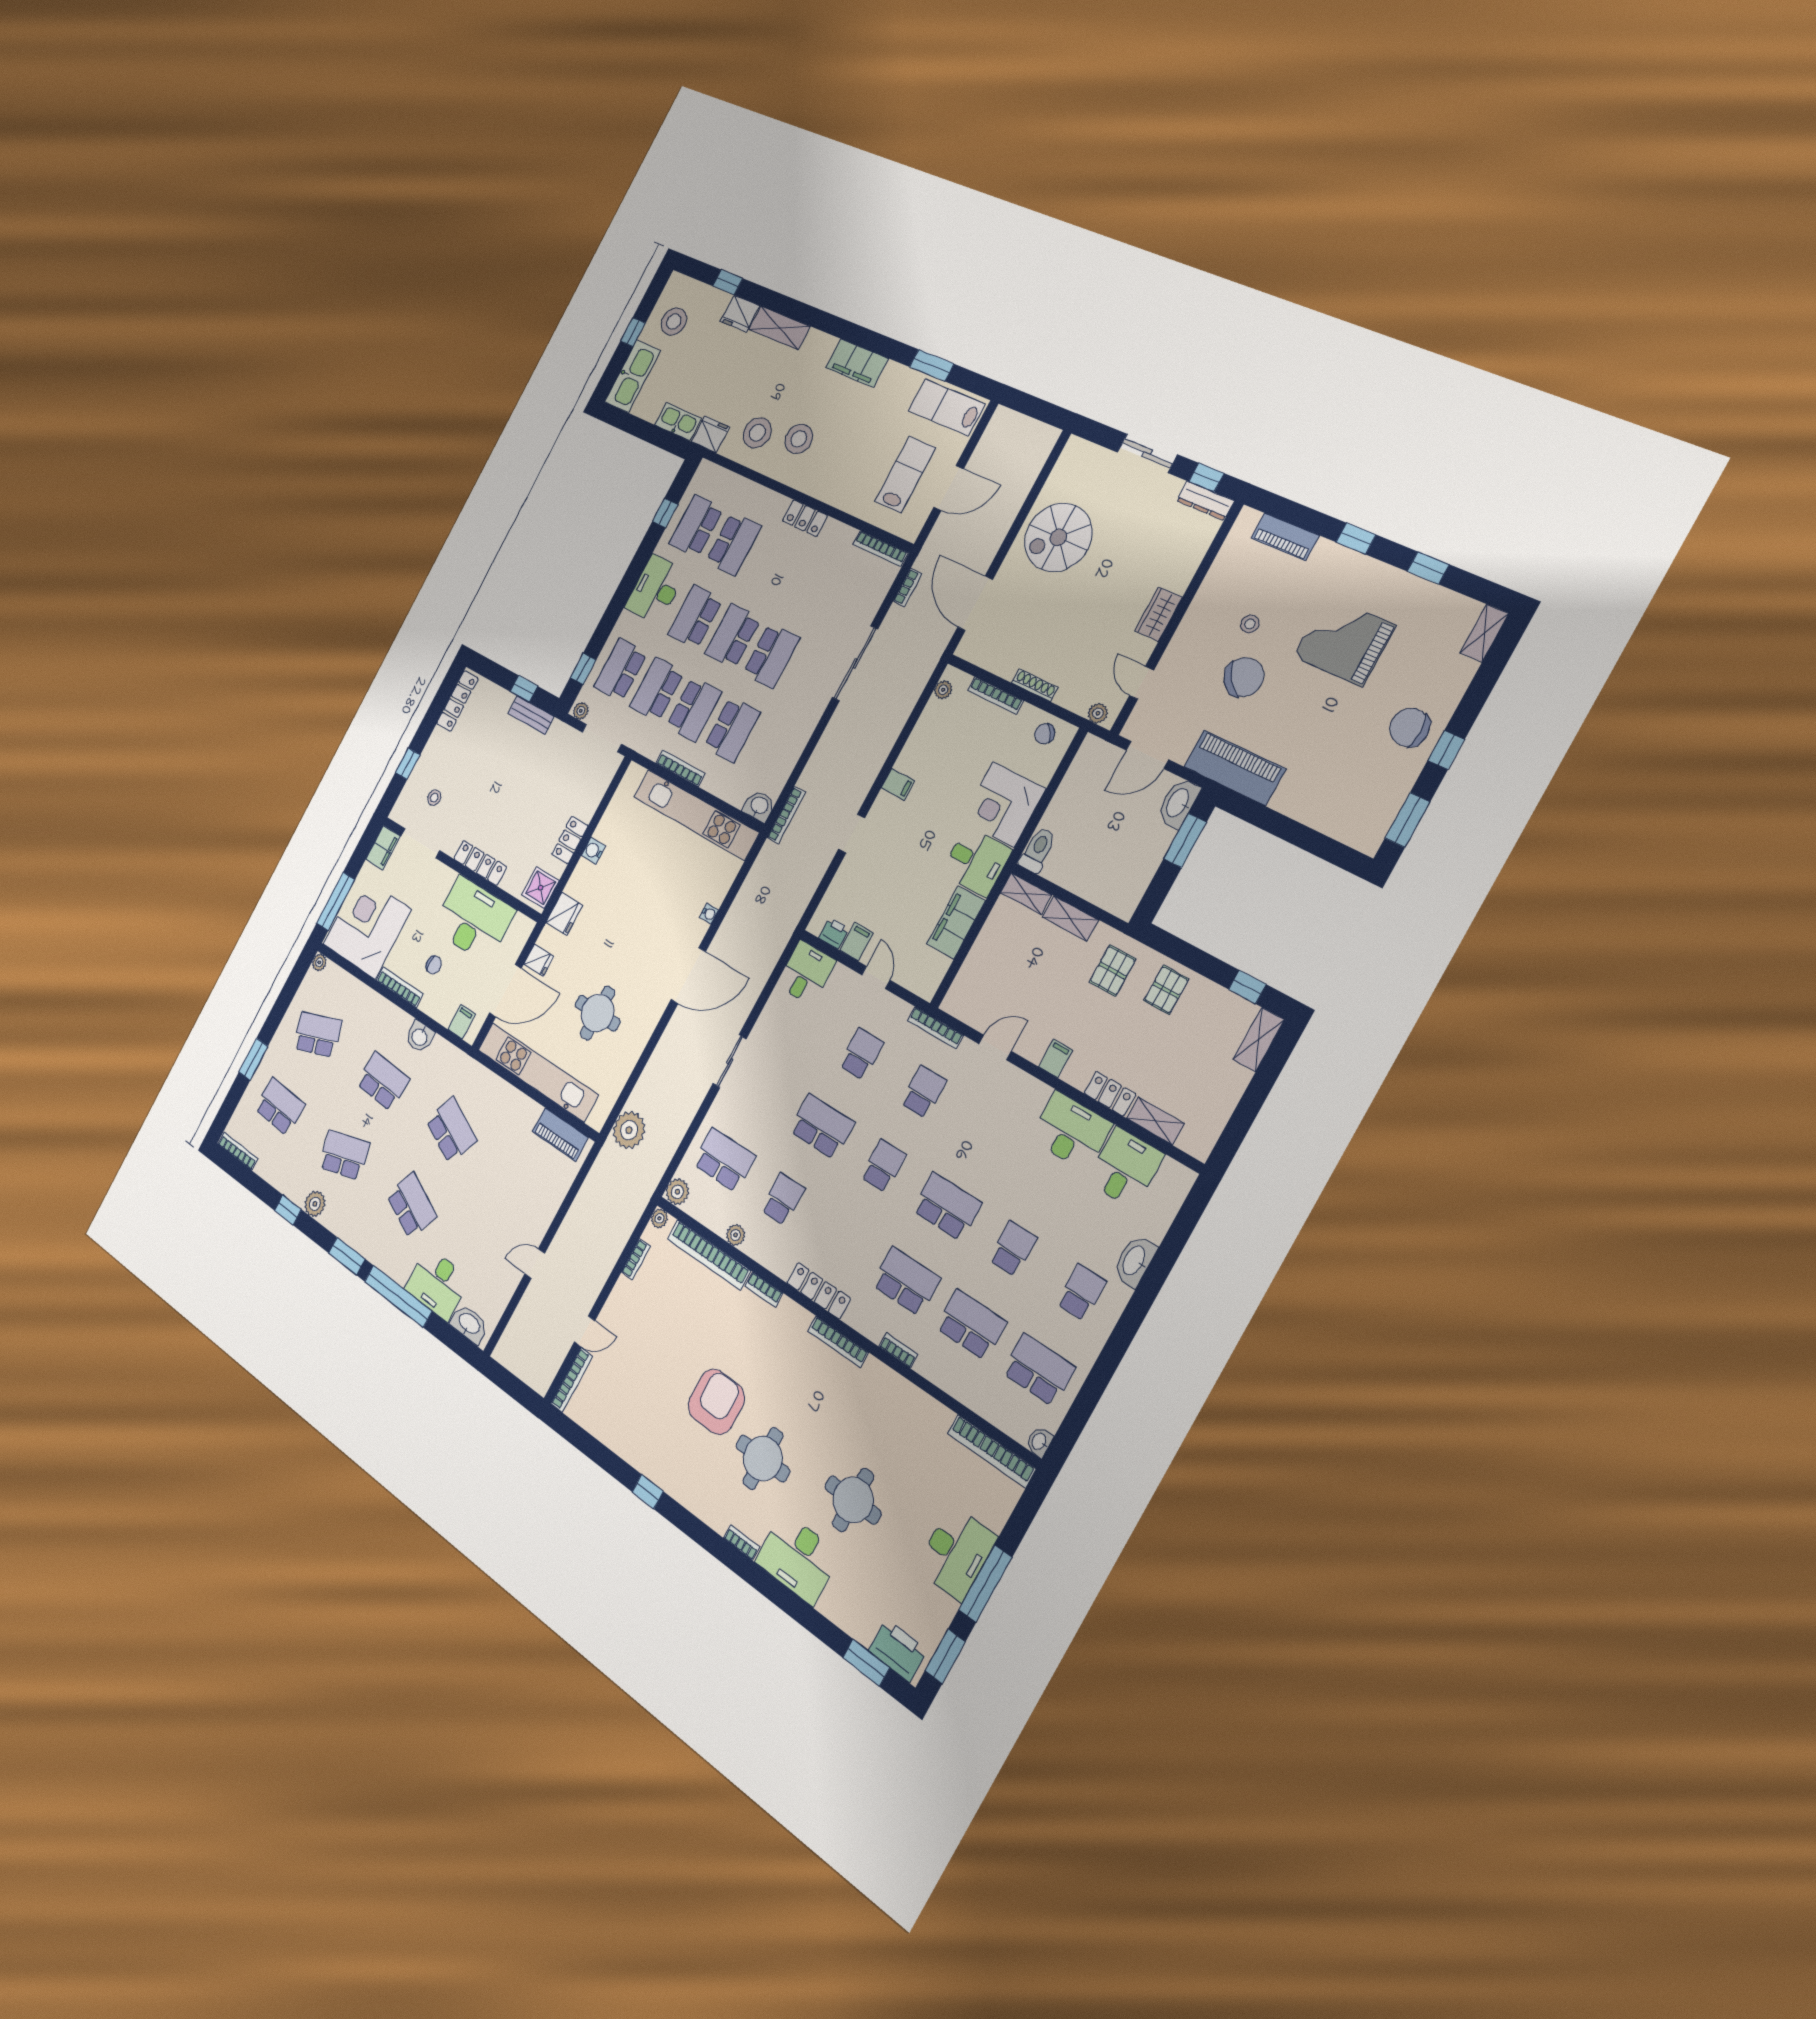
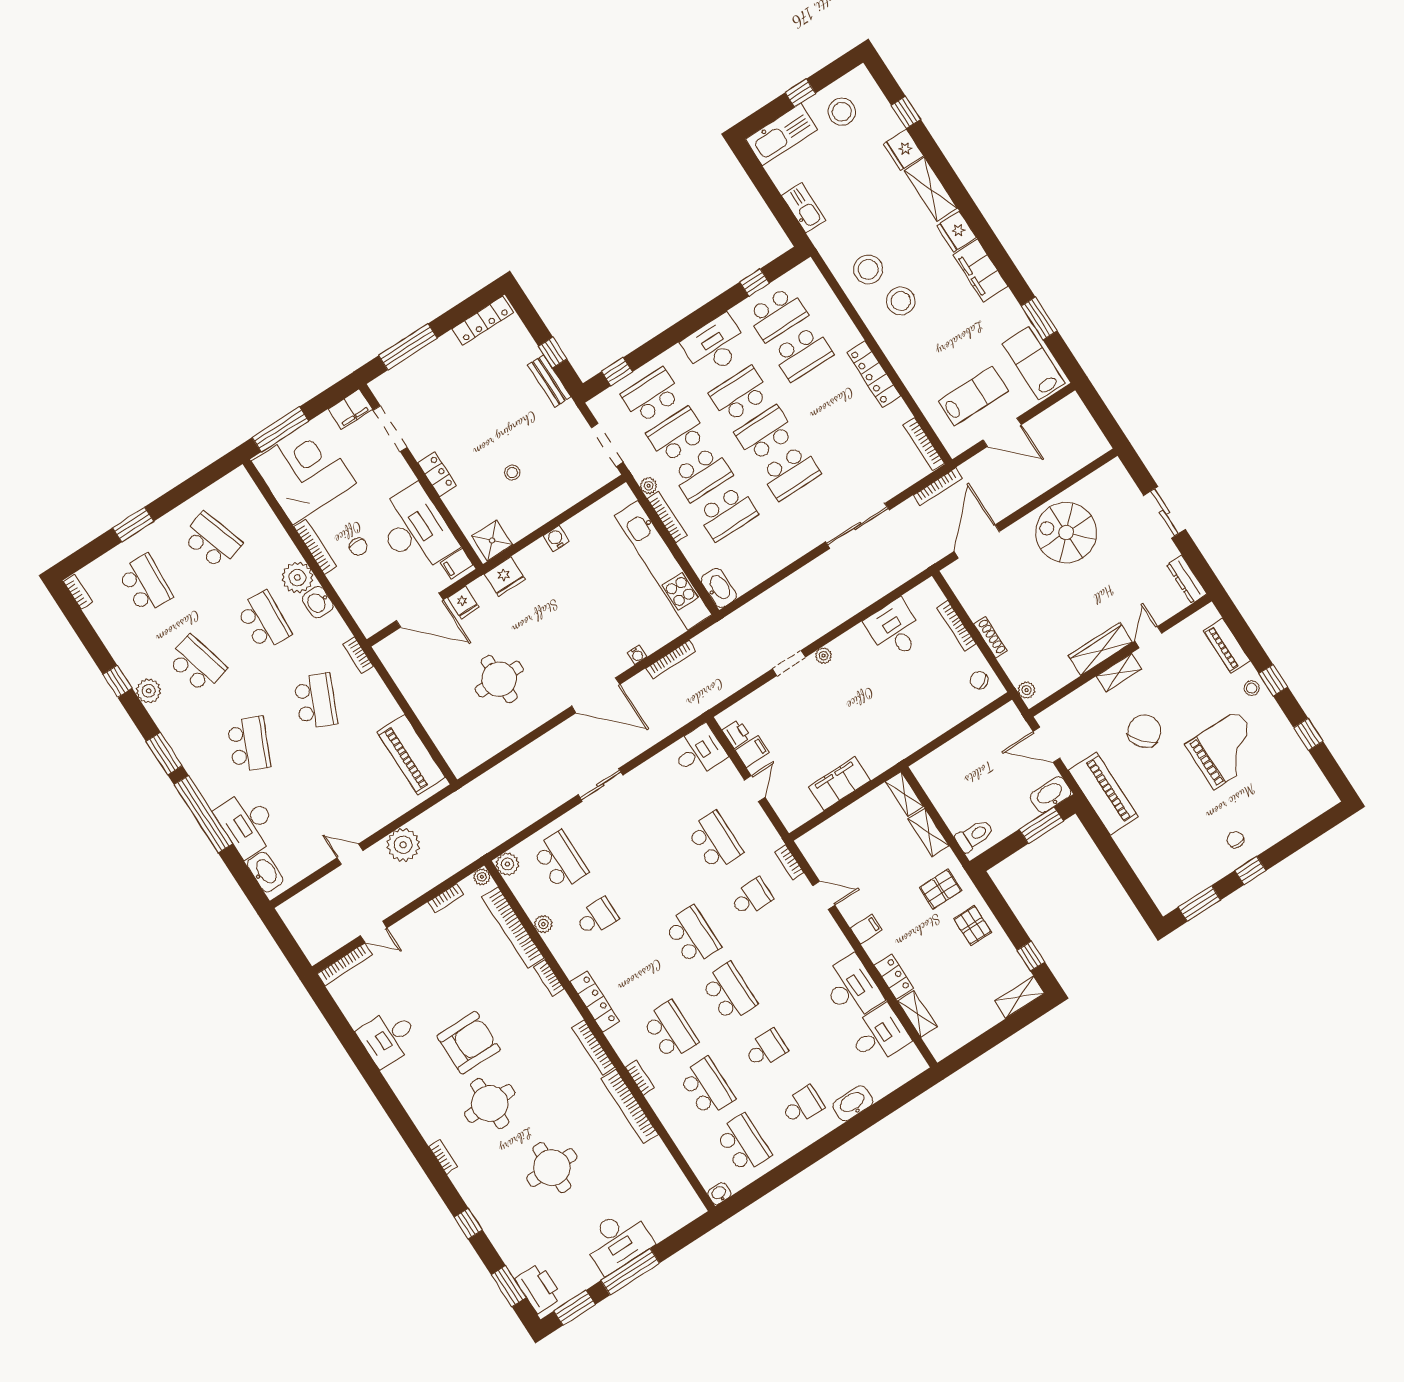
fridge: (710, 434) -> (957, 232), moved, turned 180
window: (1206, 477) -> (1197, 562), removed
locker: (805, 518) -> (874, 374), width x1.53
school desk: (696, 526) -> (777, 314), turned 180
bookcase: (908, 587) -> (938, 487), width x1.56
wardrobe: (1158, 614) -> (1100, 649), width x1.50
stool: (1250, 624) -> (1252, 688), moved
shelving: (1484, 633) -> (1119, 673), moved
grand piano: (1344, 641) -> (1226, 750), turned 90
chair: (1244, 677) -> (1144, 731), turned -93
door: (1142, 683) -> (1148, 637), moved
plant: (943, 690) -> (823, 656), moved
plant: (581, 711) -> (649, 486), moved
chair: (1409, 727) -> (1235, 840), width x0.54, depth x0.54
window: (408, 764) -> (408, 347), width x2.17
filing cabinet: (898, 784) -> (845, 647), removed
stool: (434, 798) -> (512, 473), moved
corner desk: (1003, 804) -> (921, 715), removed
washbasin: (759, 806) -> (719, 588), width x1.38
bookcase: (786, 815) -> (671, 659), moved
locker: (570, 840) -> (538, 516), removed
toilet: (1038, 850) -> (974, 835), moved
desk: (976, 861) -> (895, 629), moved, turned 180
locker: (480, 863) -> (437, 474), width x0.66
plant: (319, 962) -> (297, 578), moved, width x1.88, depth x1.88
pallet: (1166, 990) -> (973, 925), turned 90
filing cabinet: (462, 1022) -> (457, 564), moved, turned 180
bookcase: (935, 1028) -> (789, 862), width x0.64
school desk: (861, 1054) -> (715, 841), width x1.85
bookcase: (470, 1065) -> (358, 655), added
kitchen unit: (538, 1072) -> (421, 697), removed
school desk: (822, 1127) -> (656, 879), removed
plant: (629, 1130) -> (403, 845), moved
piano: (560, 1134) -> (411, 755), width x1.37, depth x1.33
bookcase: (238, 1151) -> (78, 592), width x0.64
school desk: (883, 1166) -> (692, 936), width x1.85
bookcase: (991, 1451) -> (630, 1106), moved
window: (648, 1492) -> (468, 1224), moved
desk: (798, 1558) -> (388, 1037), moved, width x0.73

